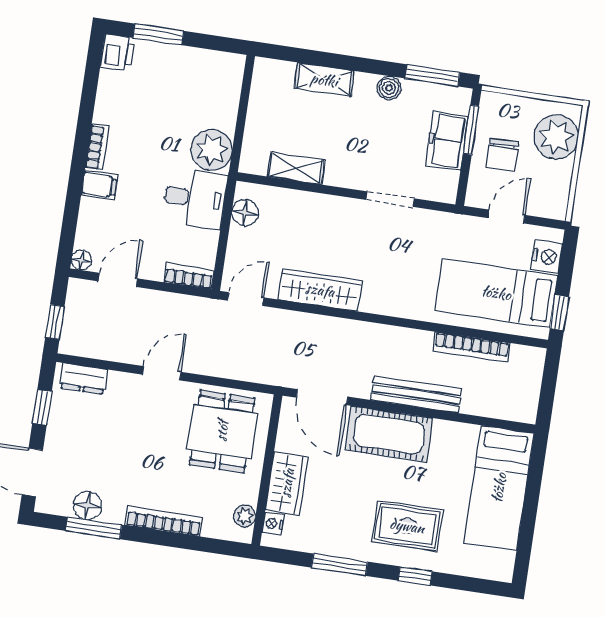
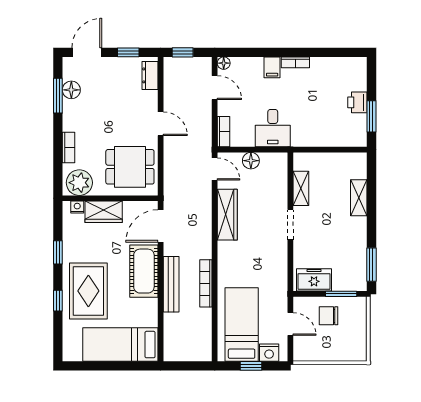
window: (158, 34) -> (371, 116), moved
printer: (118, 52) -> (357, 102), moved, turned 90
boiler: (389, 88) -> (360, 239), removed
plant: (556, 137) -> (345, 347), removed
freezer: (447, 141) -> (314, 280), moved
plant: (212, 150) -> (305, 134), removed
doorway: (390, 199) -> (290, 225), moved
floor lamp: (245, 213) -> (251, 161), moved
window: (559, 313) -> (251, 366), moved
bookcase: (471, 347) -> (206, 283), moved
plant: (245, 516) -> (79, 183), width x1.88, depth x1.88
bookcase: (164, 521) -> (69, 147), width x0.64
rug: (407, 526) -> (88, 291), width x1.36, depth x1.43
window: (340, 565) -> (58, 252), width x0.67

